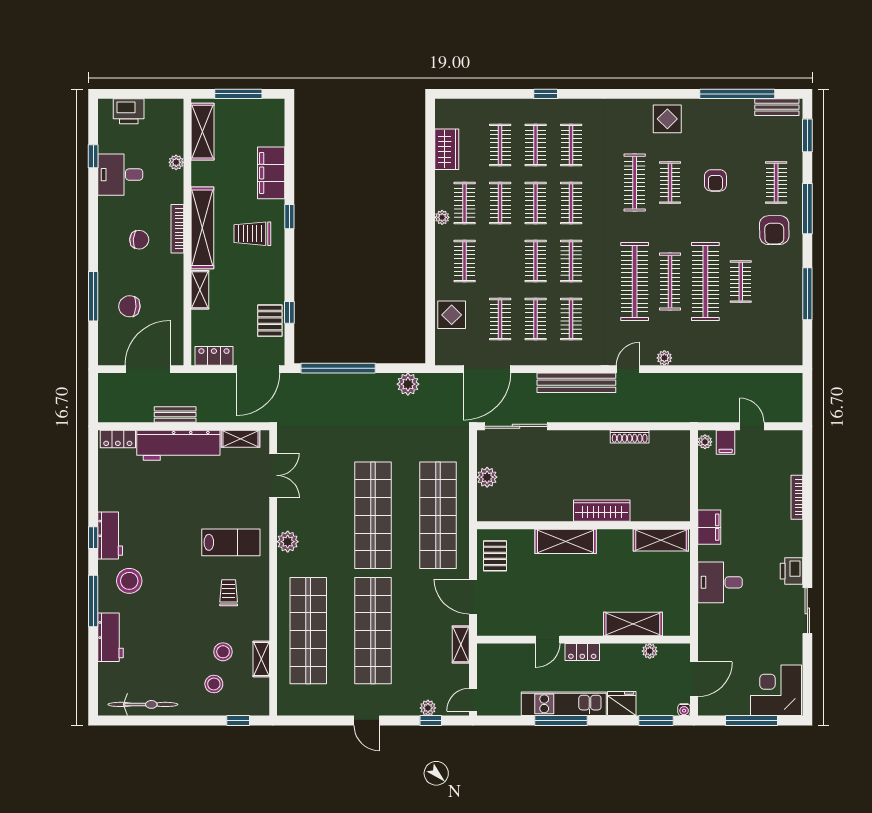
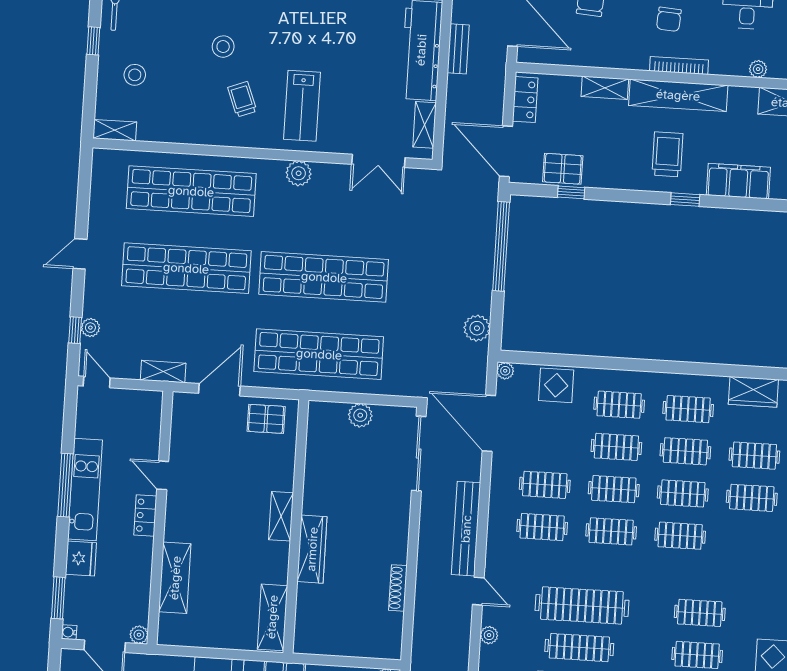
clothes rail: (571, 145) -> (749, 540), removed
clothes rail: (635, 183) -> (700, 613), width x0.73
plant: (442, 217) -> (505, 371), moved
clothes rail: (500, 319) -> (616, 447), moved
shelving: (566, 541) -> (281, 516), width x0.67, depth x0.75
trolley: (229, 593) -> (242, 99), turned -111
plant: (650, 651) -> (139, 635), moved
stool: (223, 652) -> (223, 47), moved
shelving: (261, 659) -> (115, 130), moved
window: (238, 721) -> (93, 41), moved

